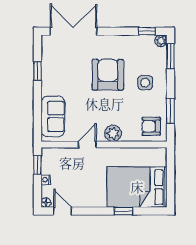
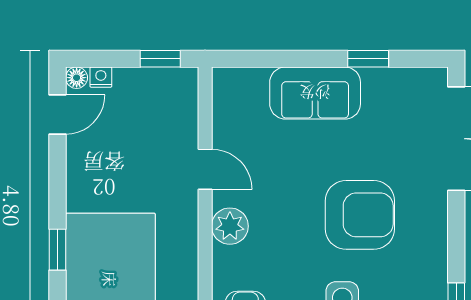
sofa: (53, 116) -> (315, 93), moved
nightstand: (46, 180) -> (101, 77), moved

